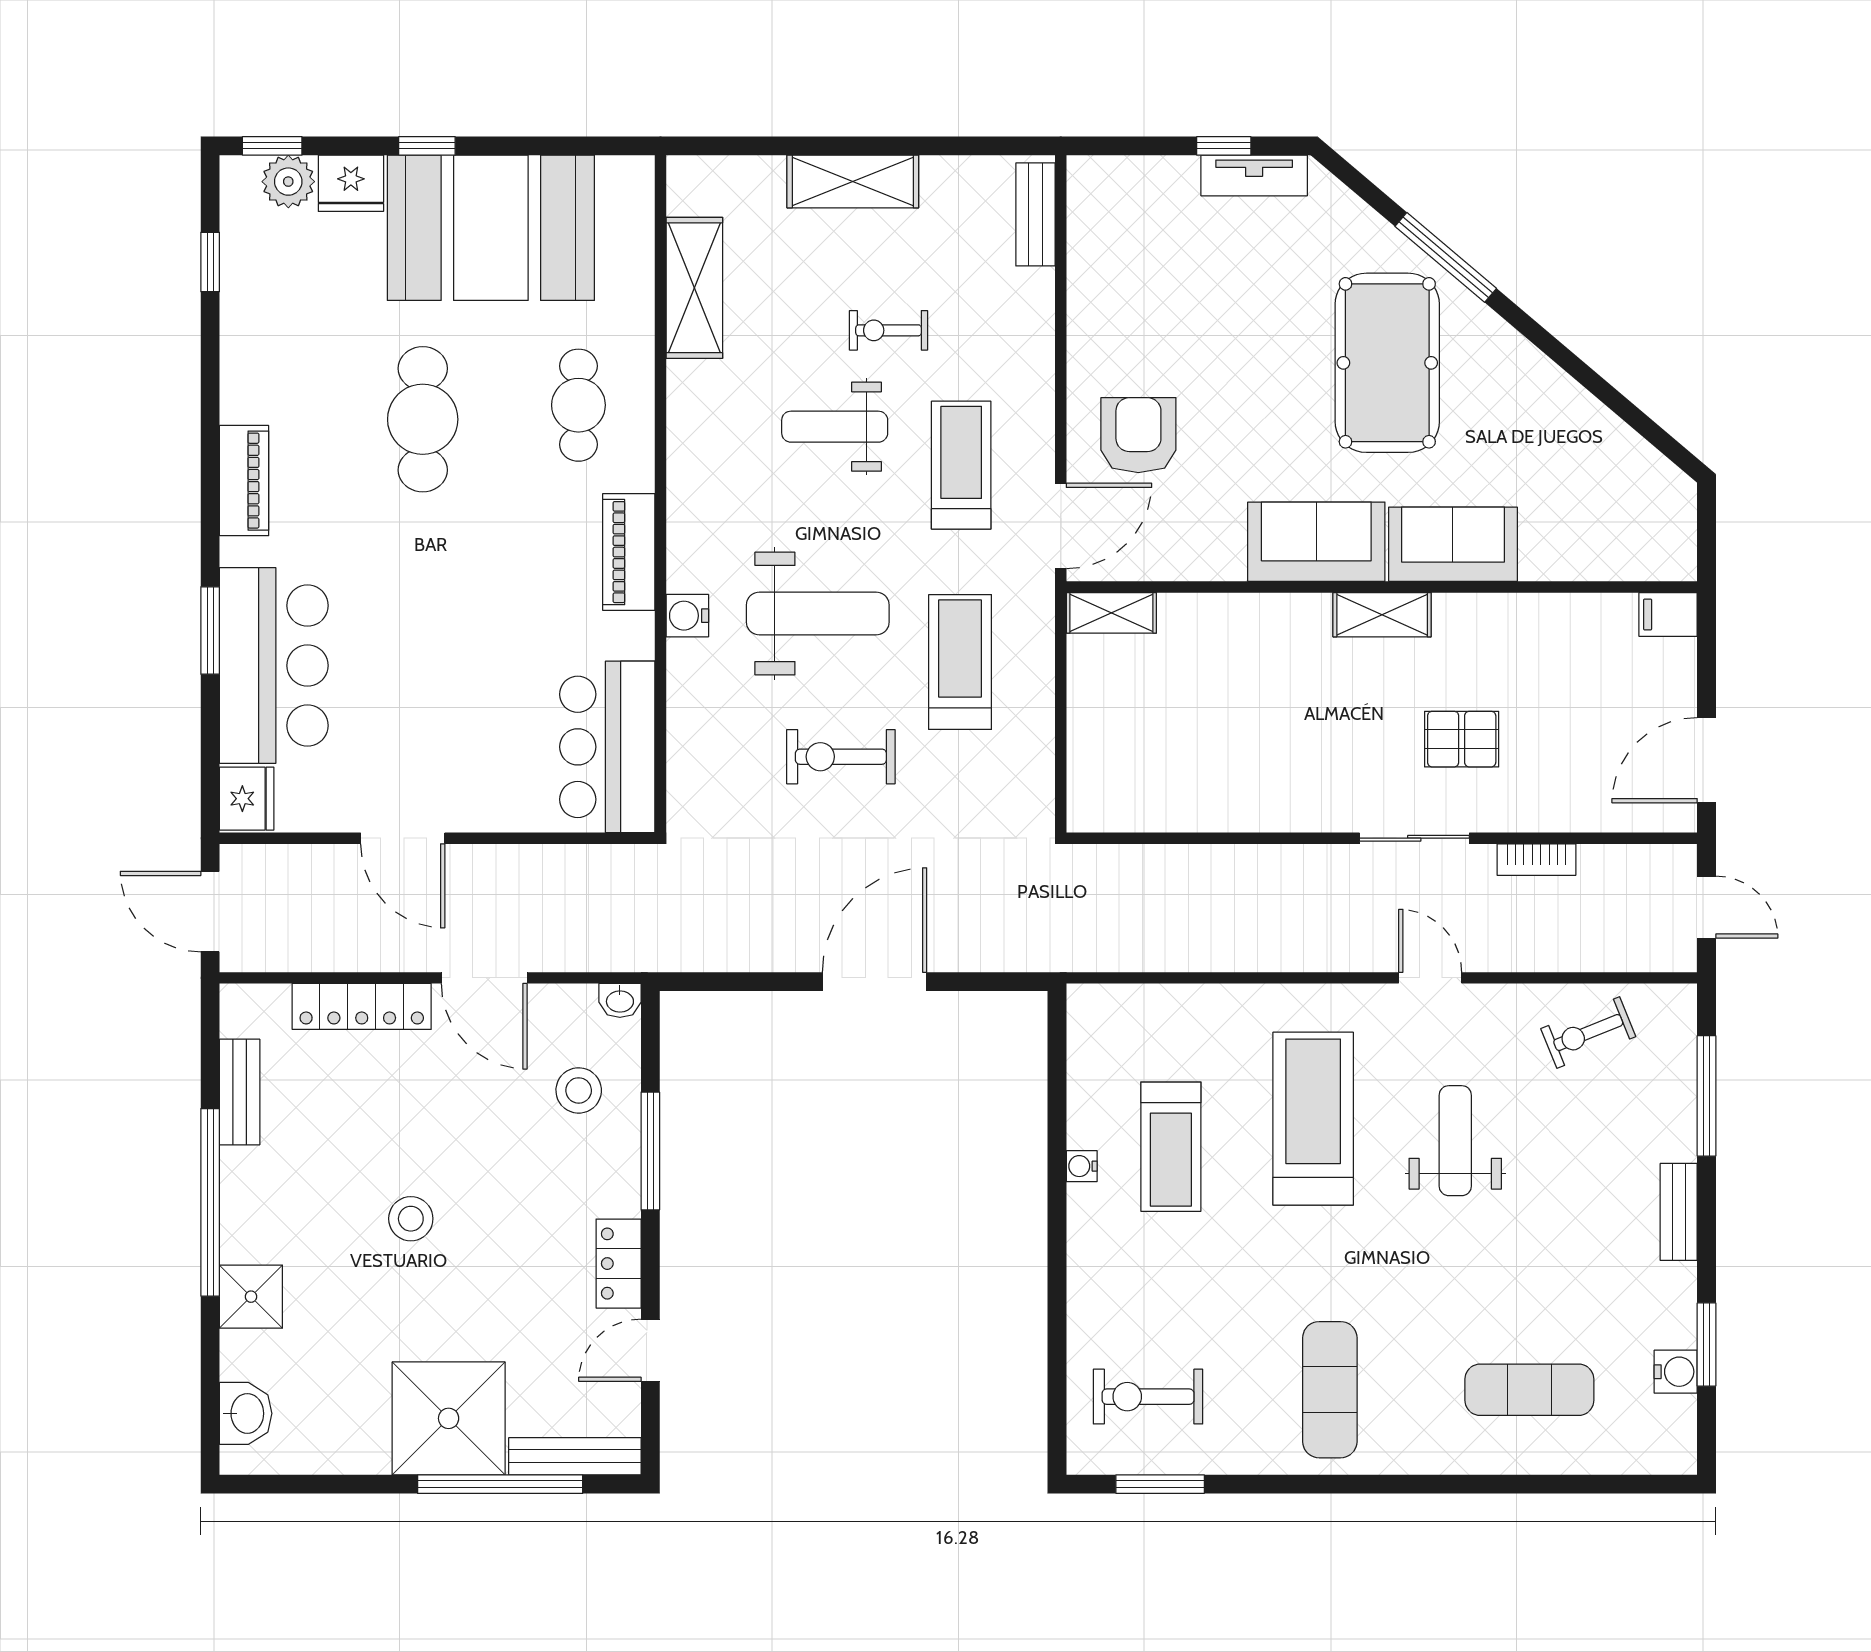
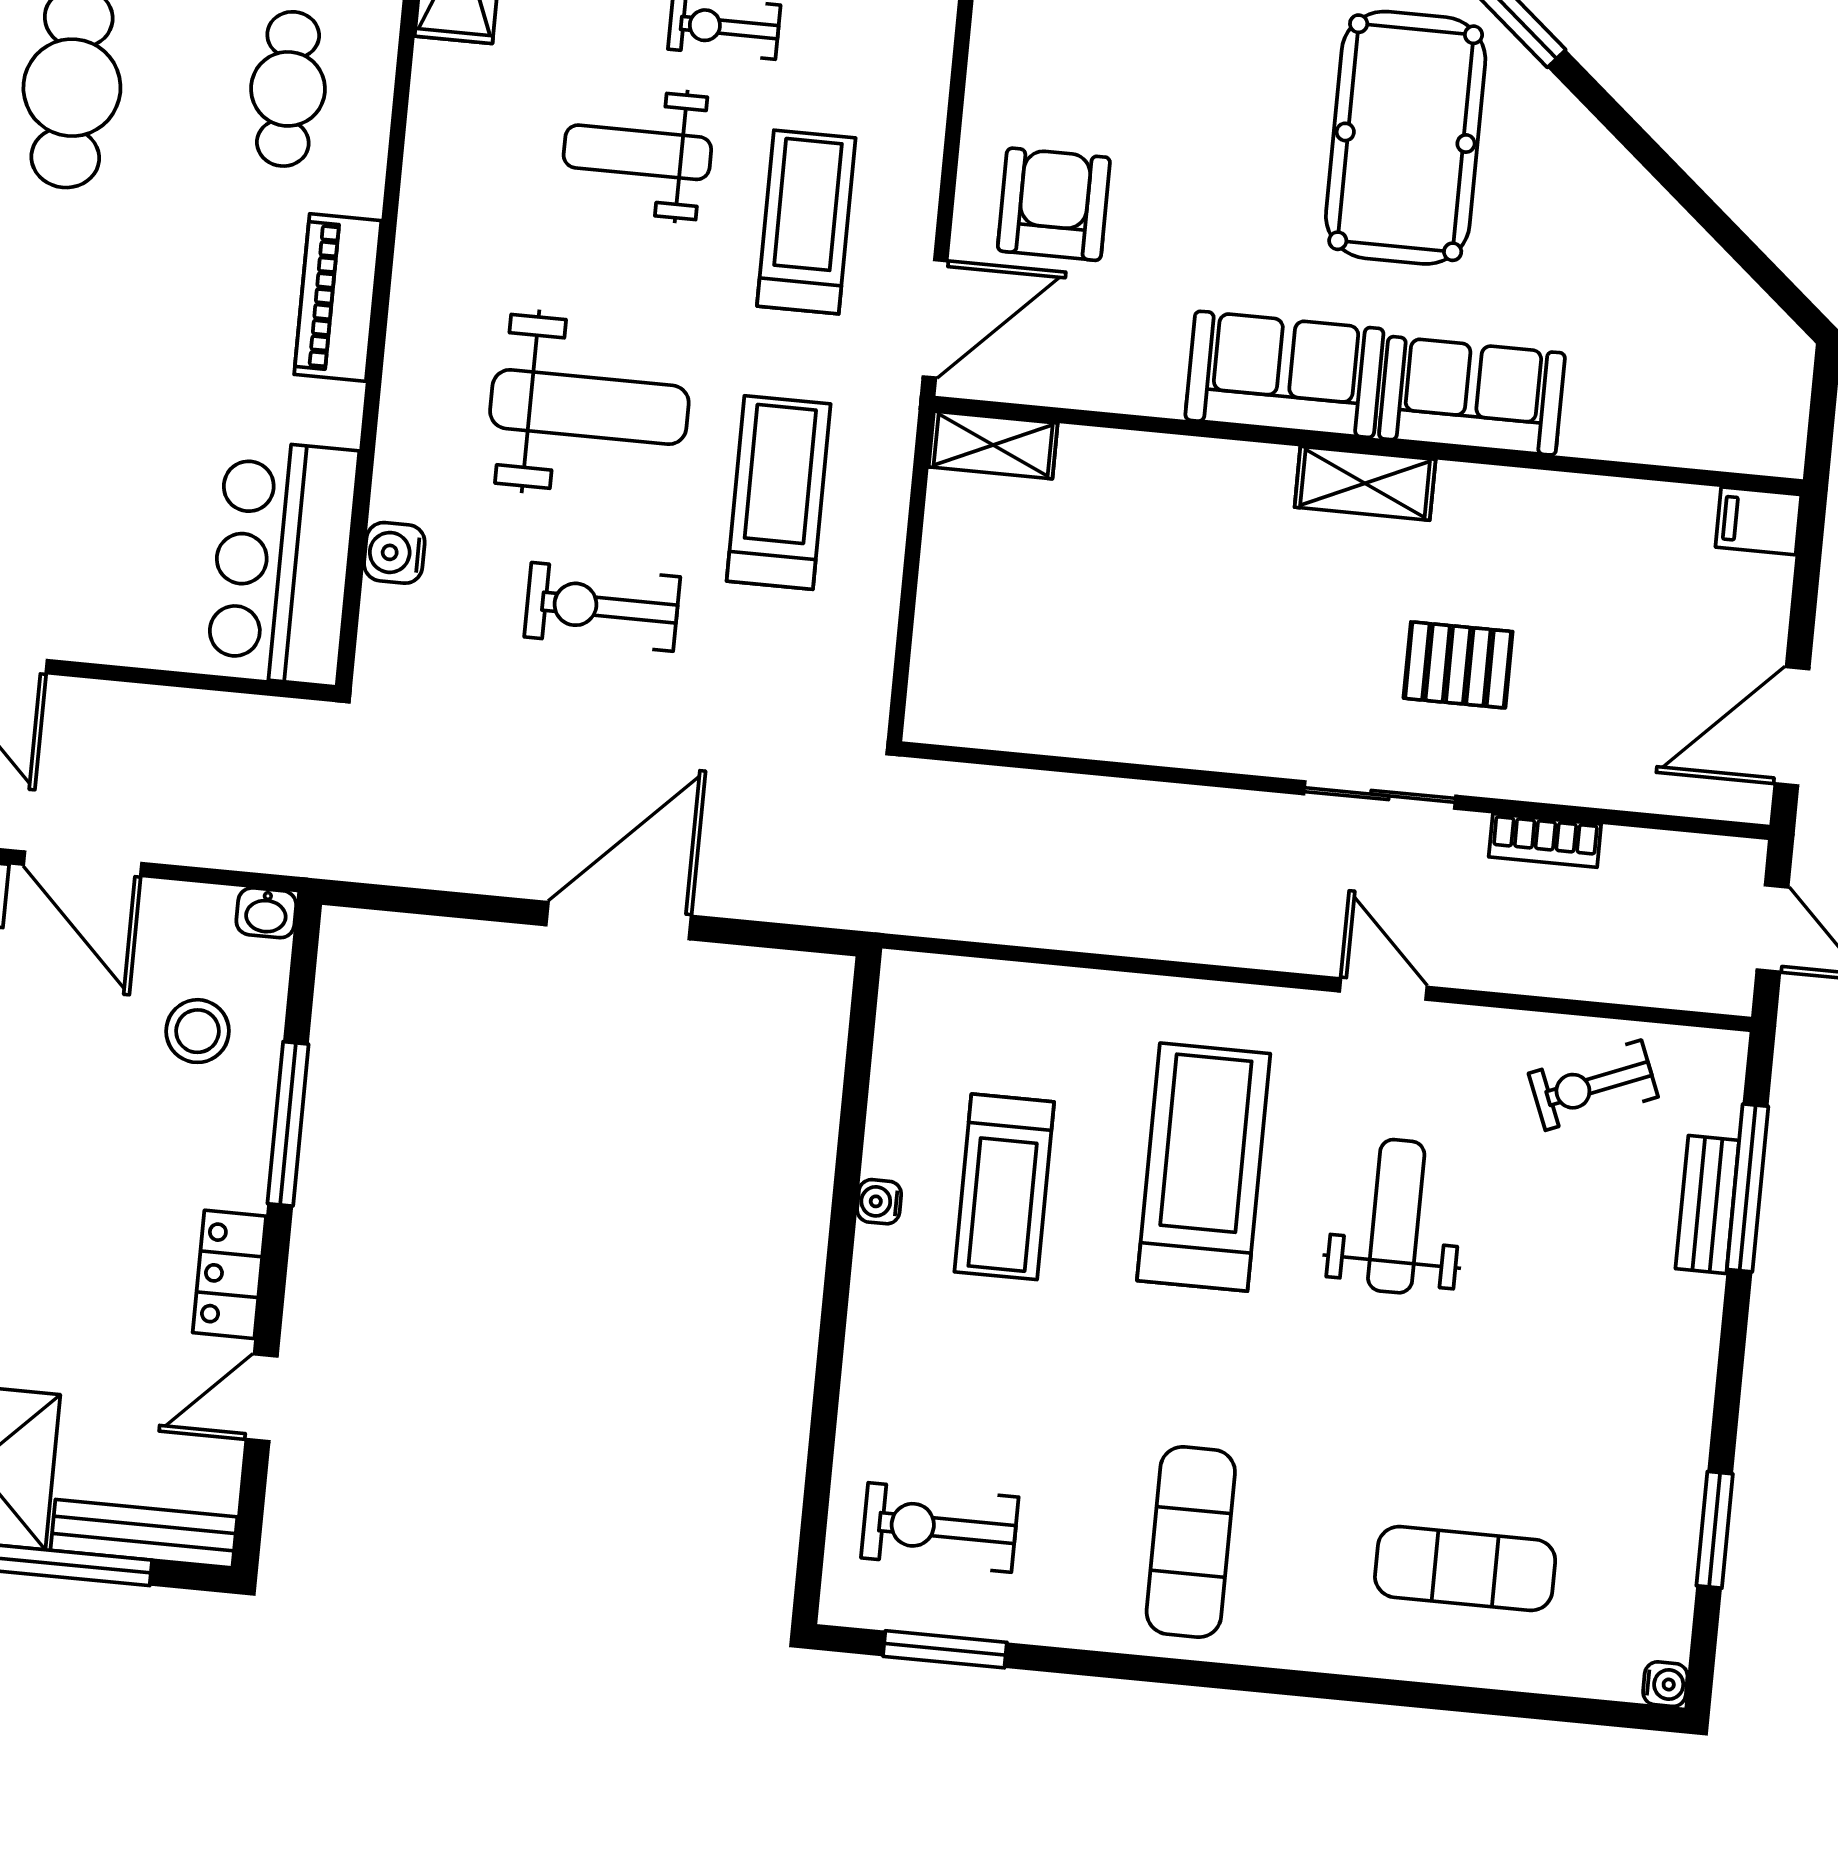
water cooler: (687, 616) -> (394, 553), moved
bench: (1679, 1212) -> (1707, 1205), moved
water cooler: (1676, 1372) -> (1665, 1684), moved, width x0.72, depth x0.72

